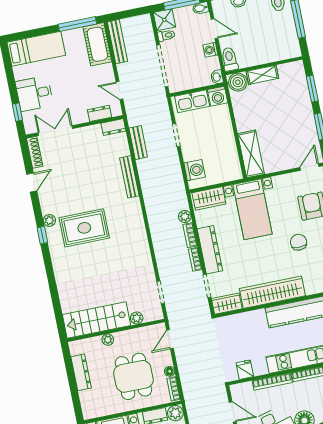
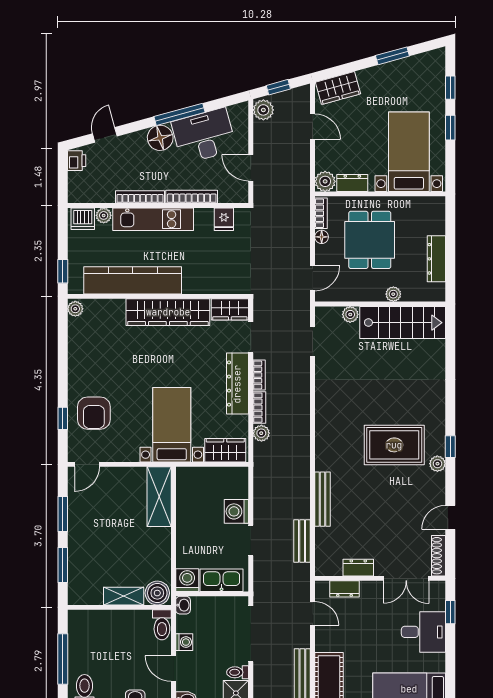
dresser: (113, 127) -> (358, 568), moved
washing machine: (195, 170) -> (236, 511), moved
chair: (299, 242) -> (121, 370), removed

